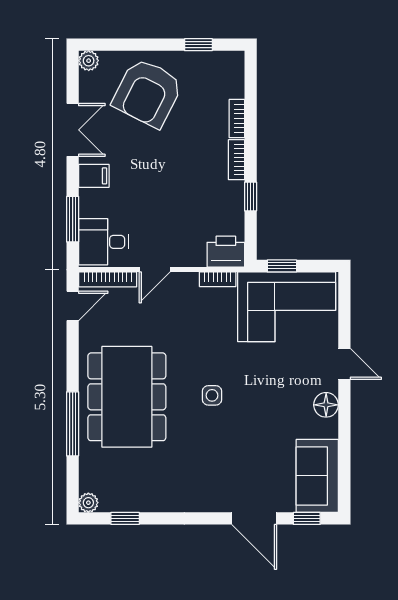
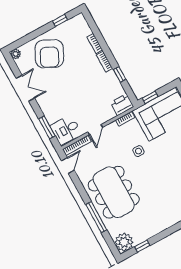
filing cabinet: (94, 176) -> (46, 103), removed
side table: (212, 395) -> (138, 151), moved
plant: (88, 503) -> (124, 242), width x1.87, depth x1.87

